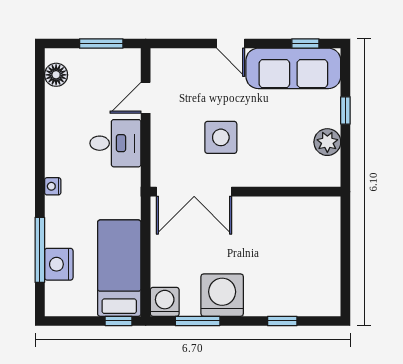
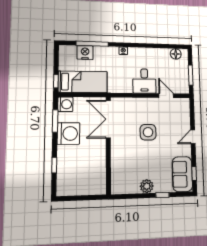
sofa: (293, 68) -> (182, 174), width x0.73
double door: (194, 192) -> (108, 119), moved
wall: (246, 192) -> (108, 145), moved

